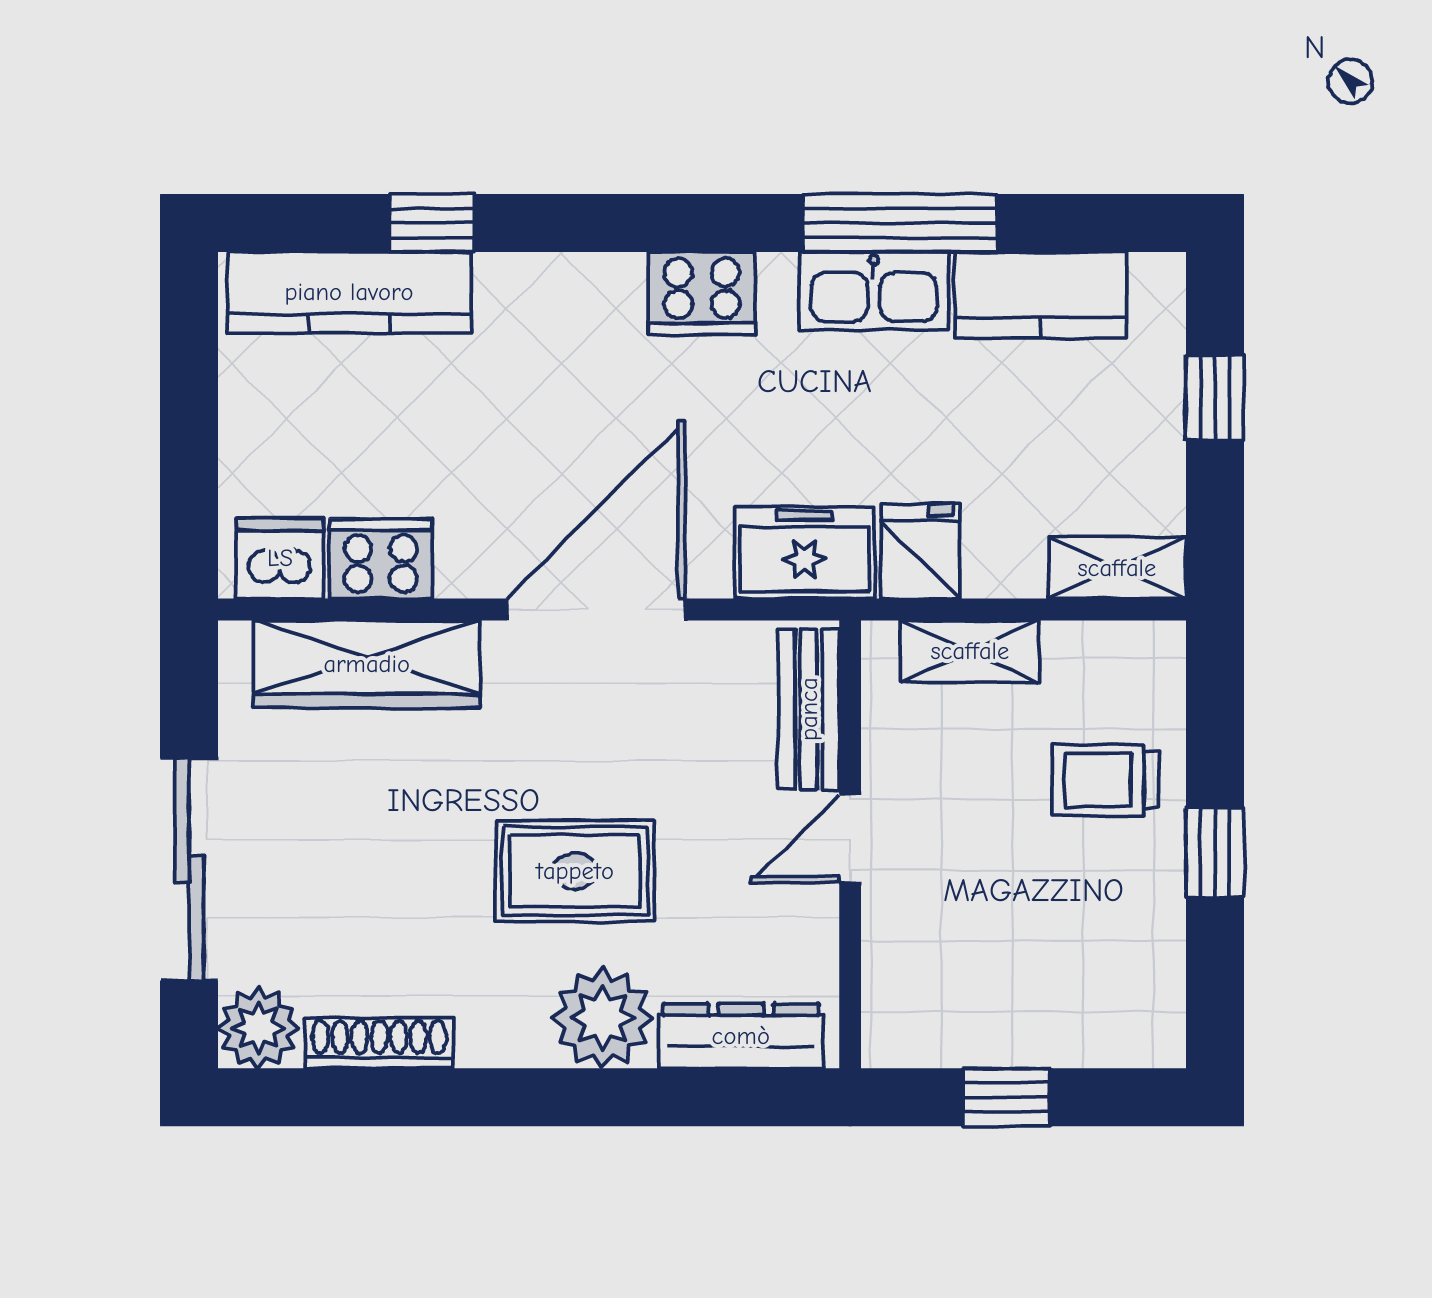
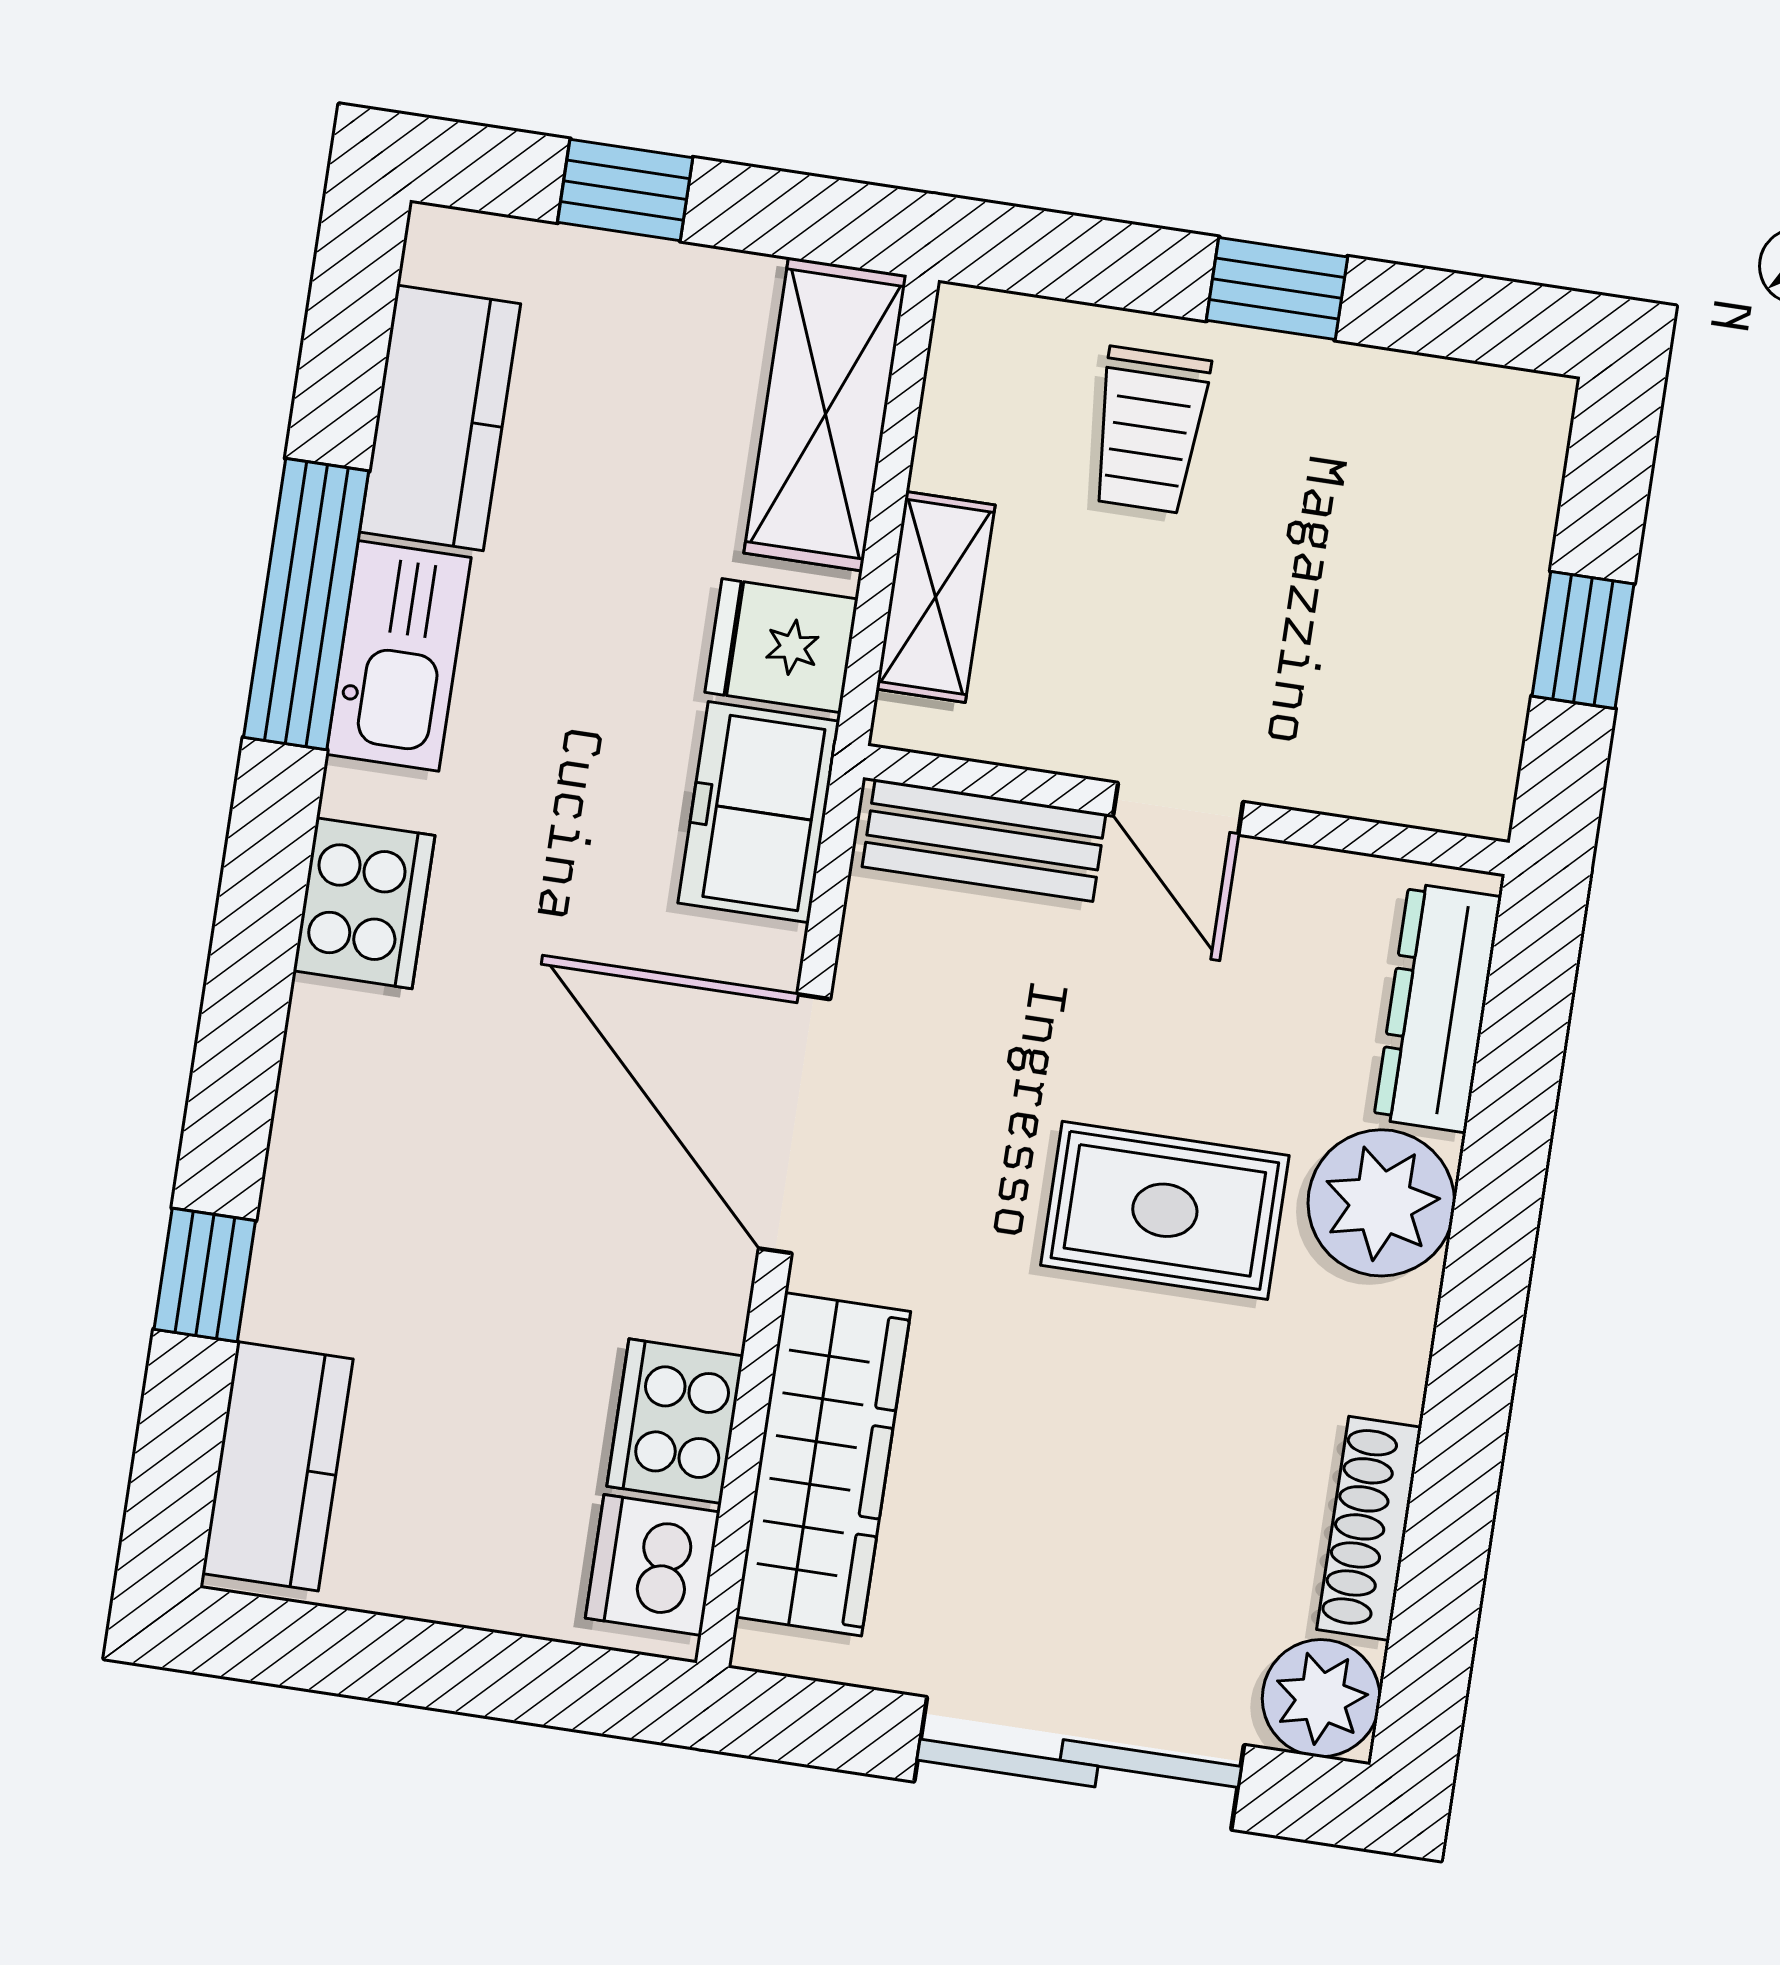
kitchen counter: (349, 292) -> (278, 1466), width x0.67
shelving: (1117, 568) -> (825, 414), width x1.50, depth x1.33
rug: (575, 871) -> (1165, 1210), turned 90

